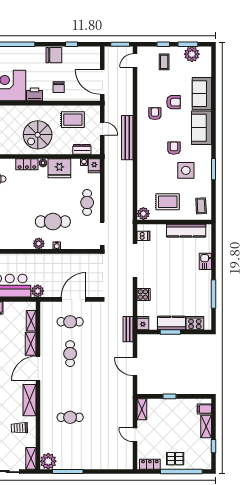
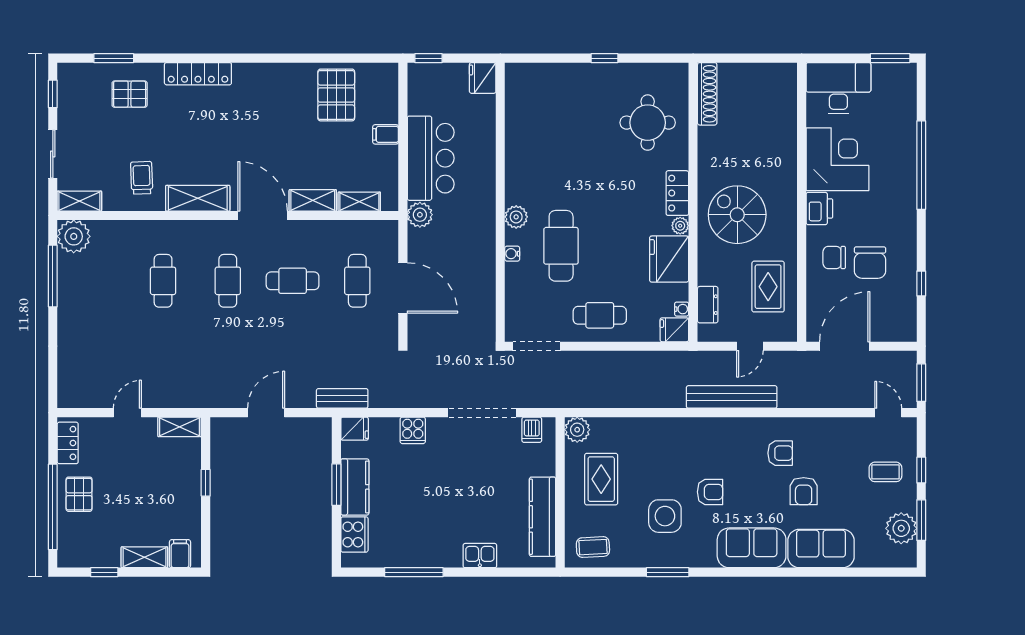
chair: (54, 55) -> (870, 263), moved
cafe table: (70, 385) -> (228, 281), added

